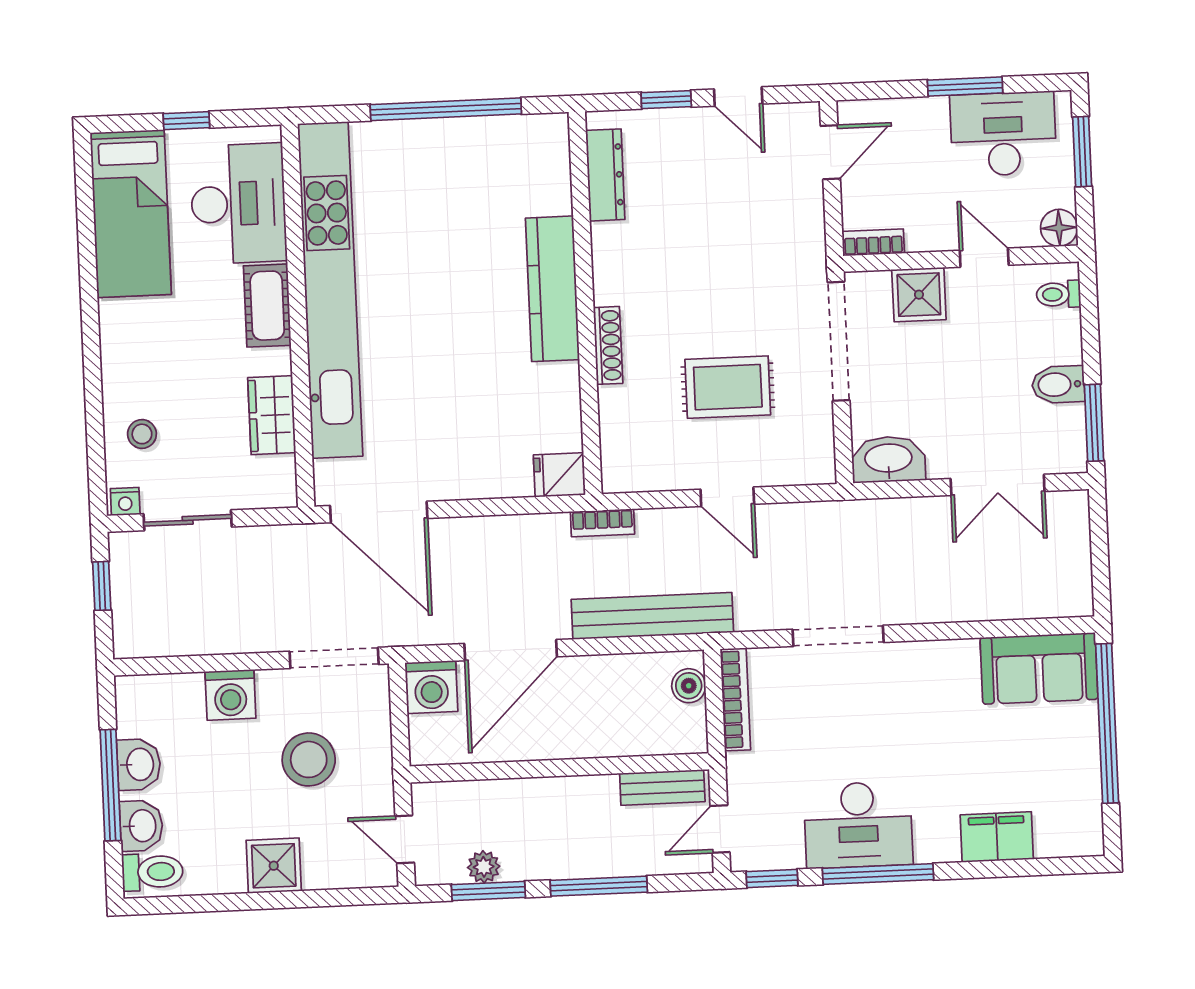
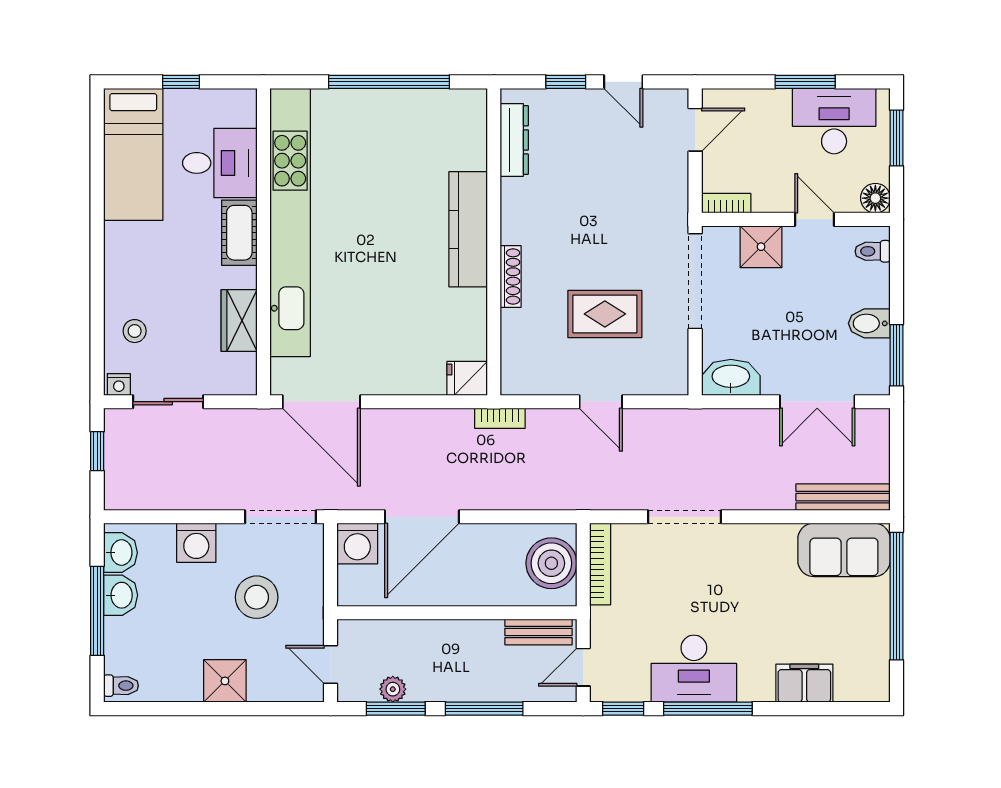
desk: (238, 204) -> (220, 163), width x0.73
bench: (652, 616) -> (843, 497), moved, width x0.73, depth x0.82
boiler: (689, 686) -> (551, 563), width x1.86, depth x1.86
washbasin: (141, 826) -> (120, 553), moved
toilet: (152, 872) -> (121, 686), width x0.73, depth x0.72

